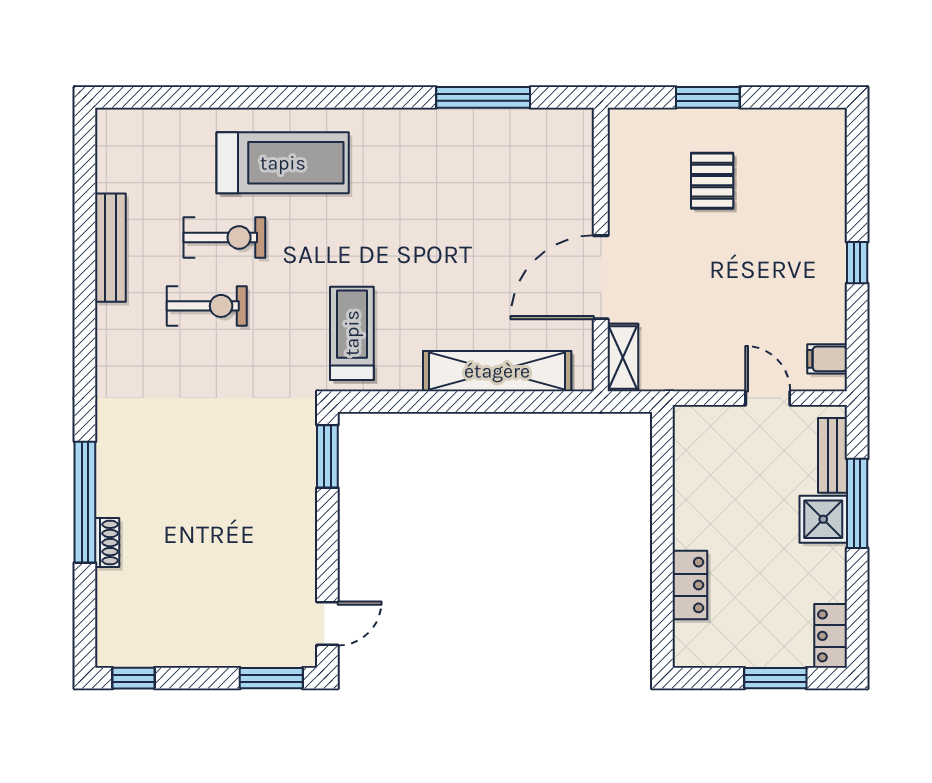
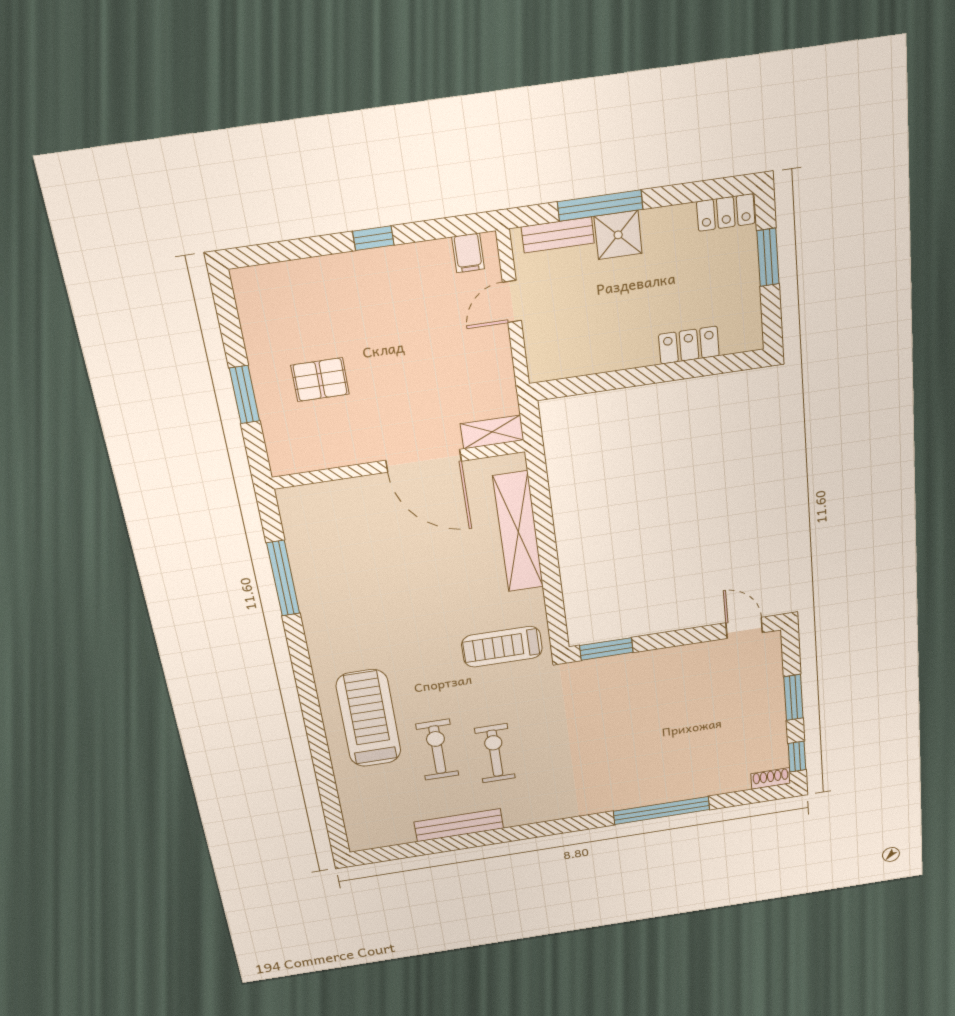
shoe rack: (107, 543) -> (771, 778), moved
window: (271, 678) -> (794, 697), moved

